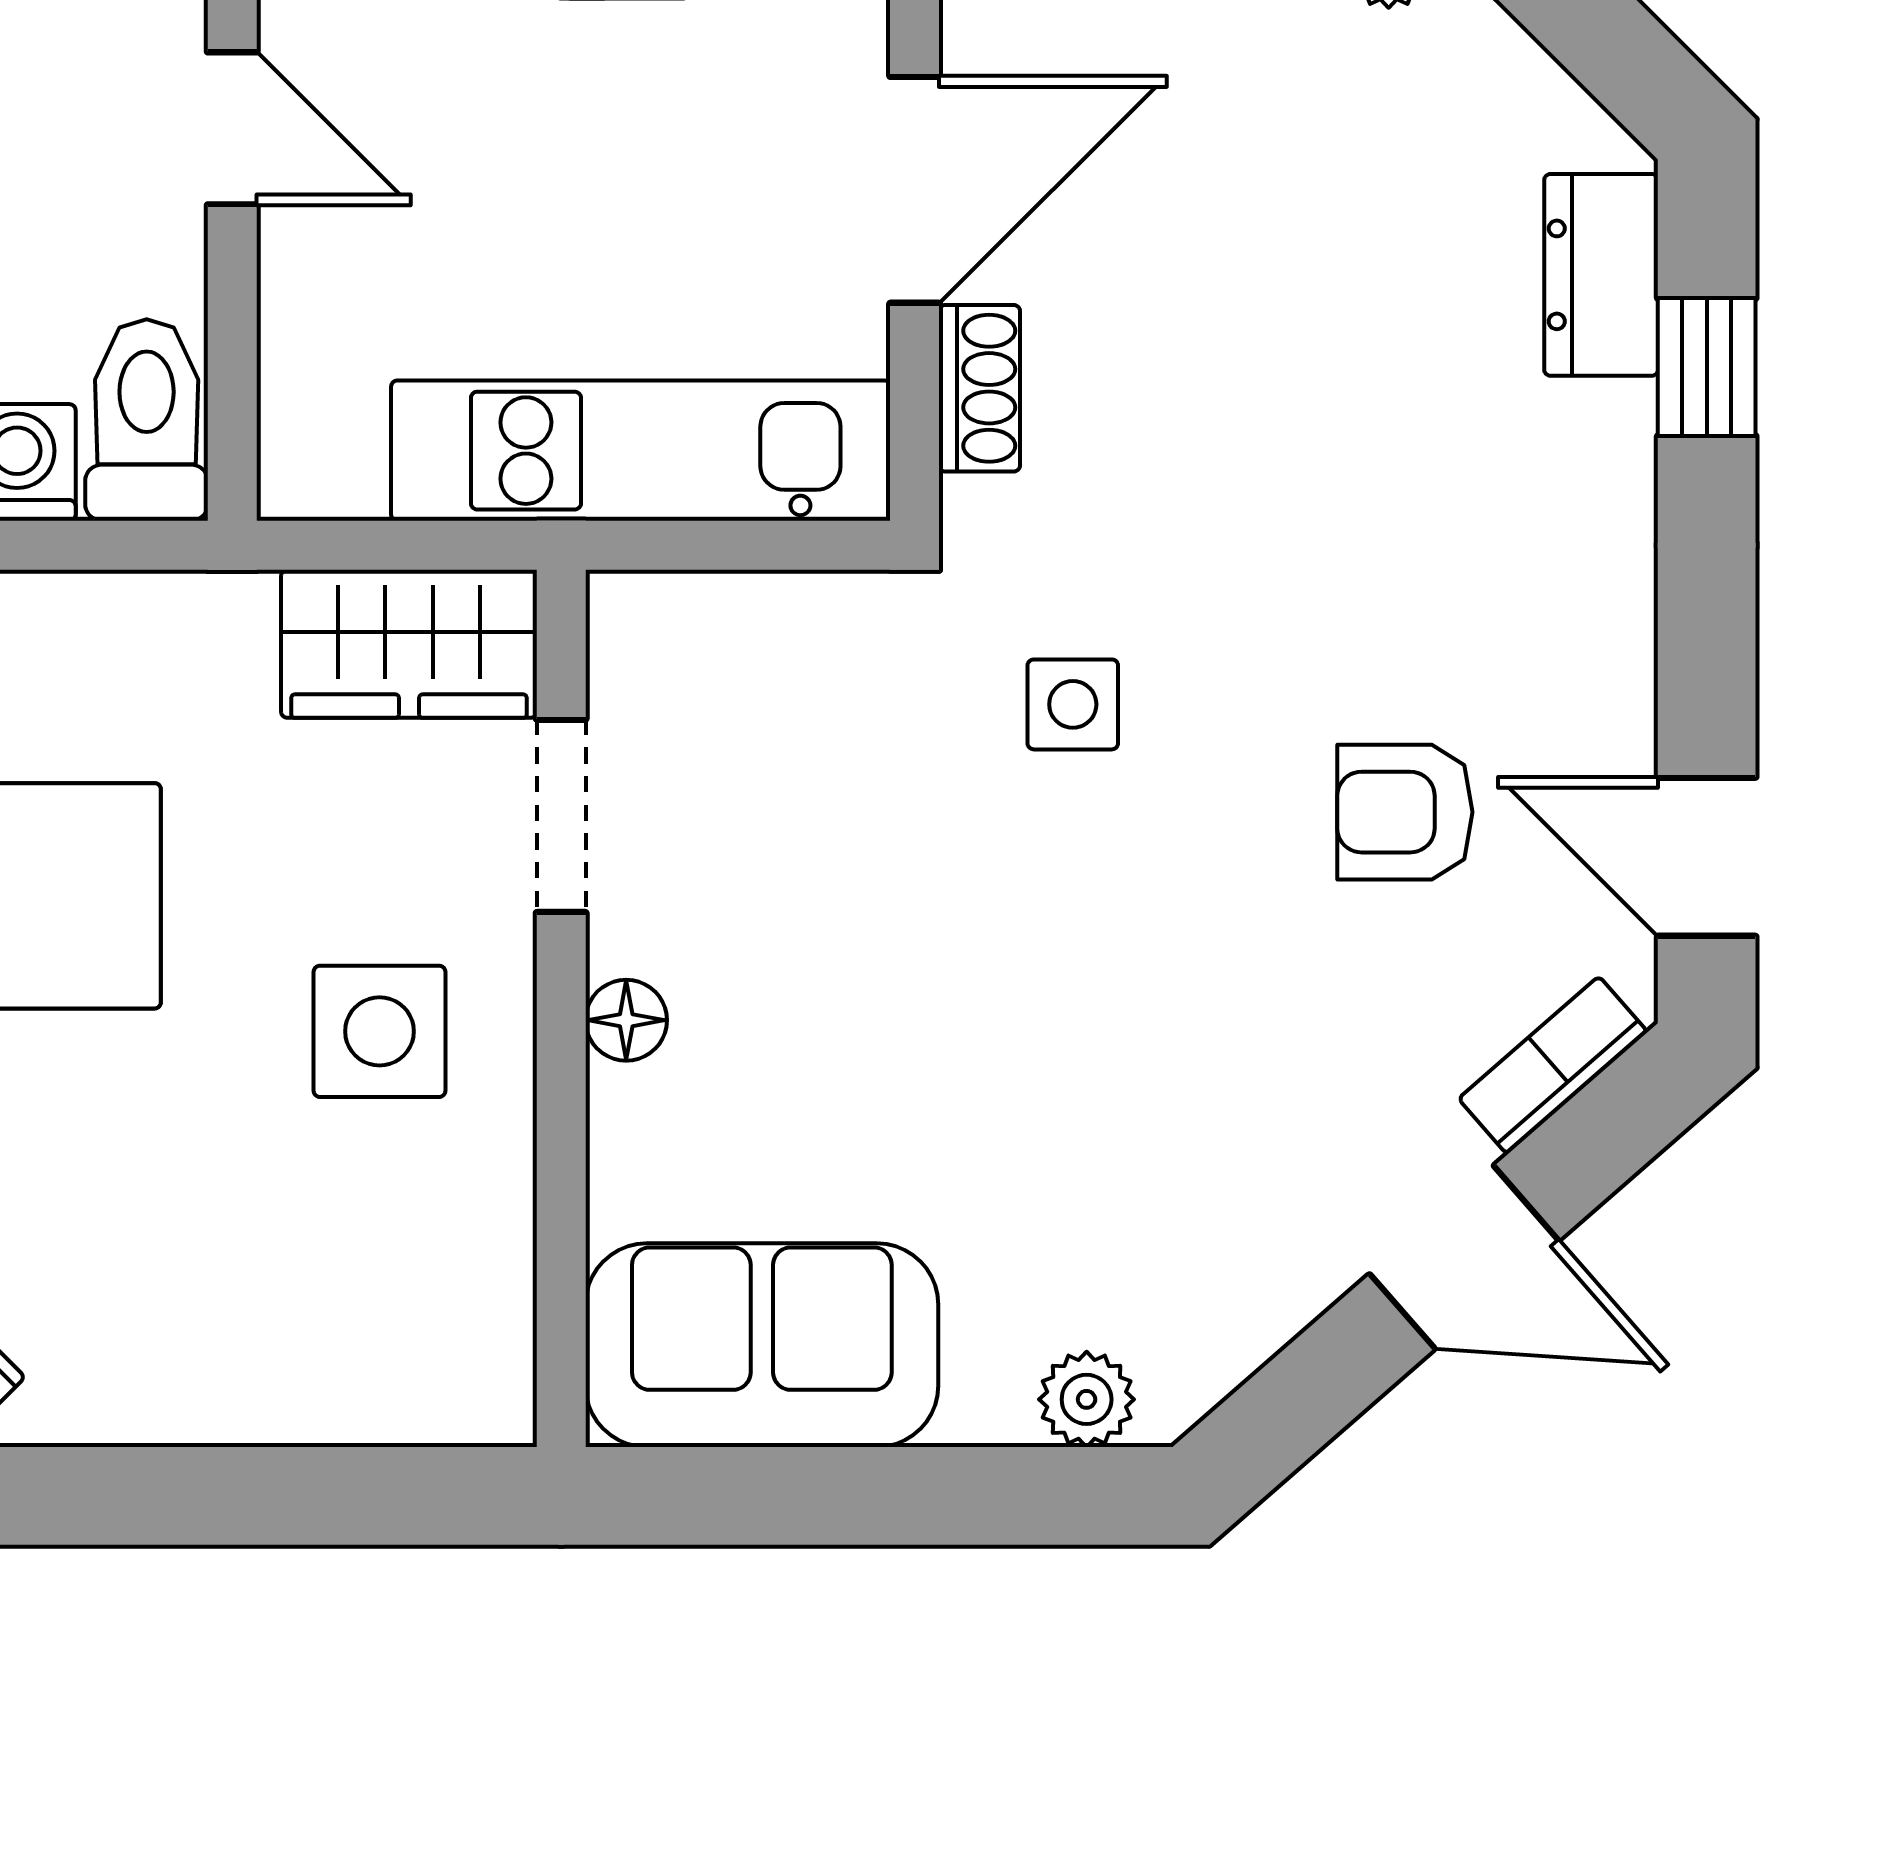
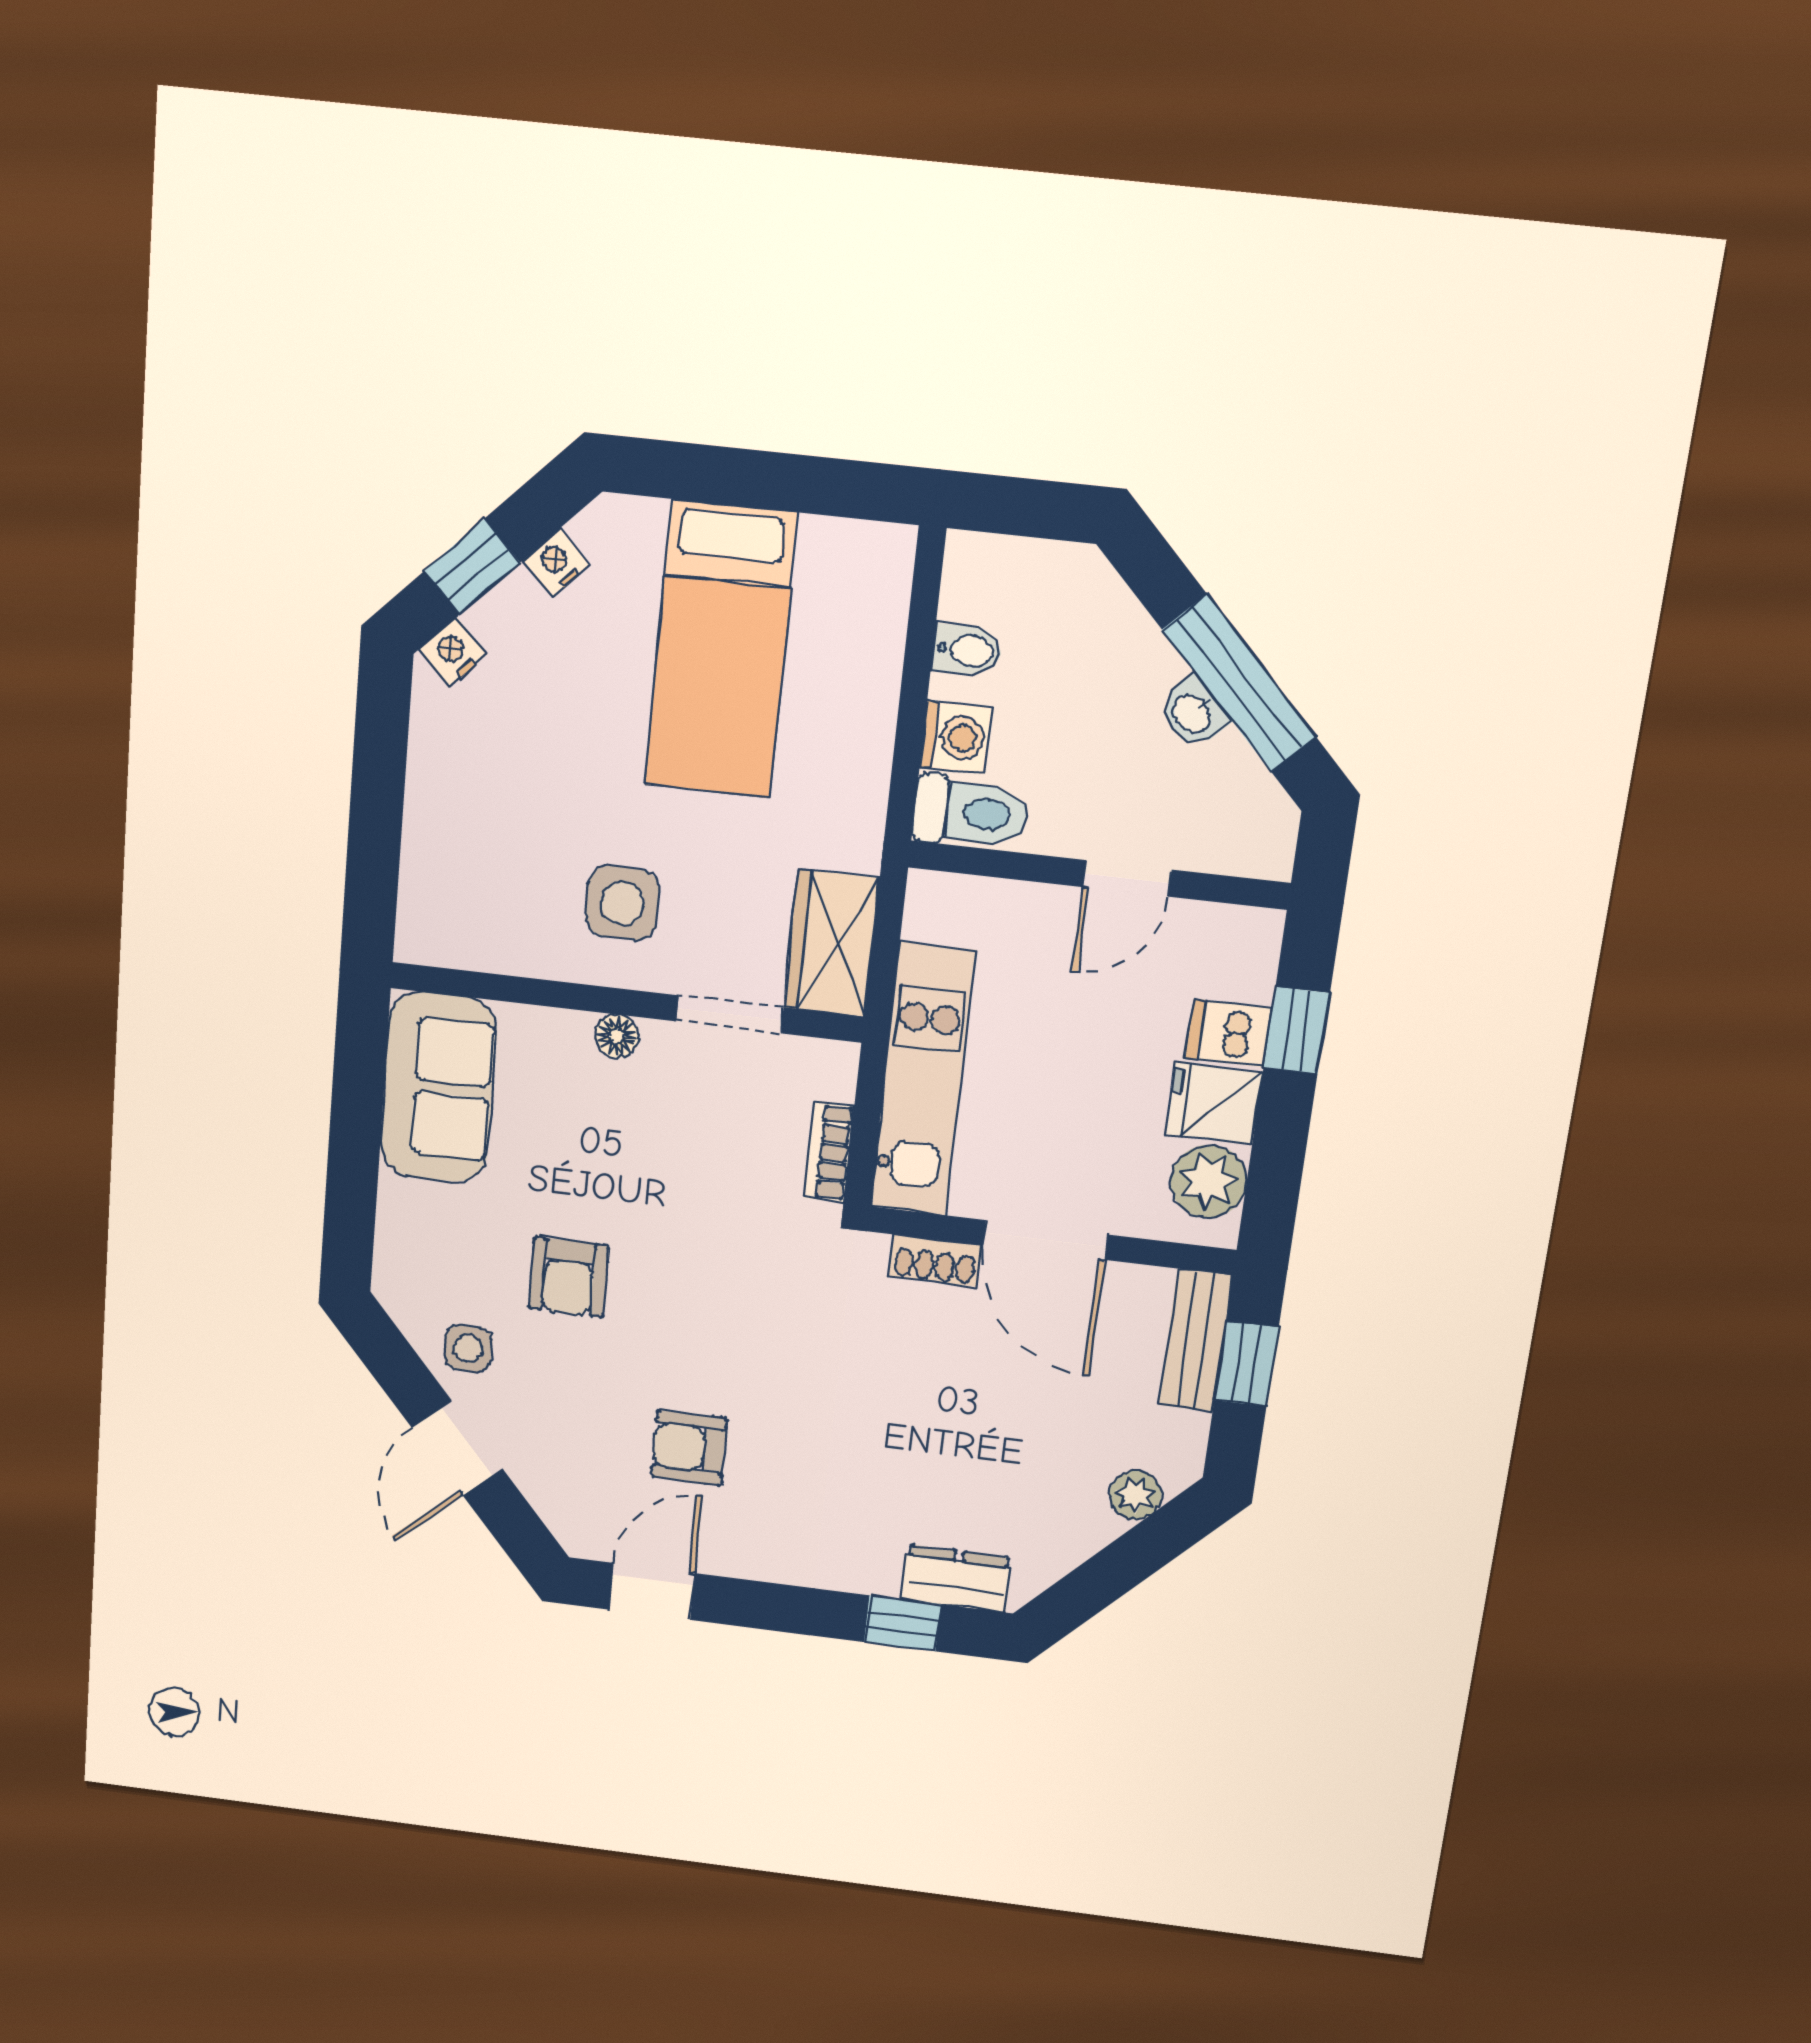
side table: (1073, 704) -> (468, 1348), moved
armchair: (1405, 812) -> (689, 1448), turned -90
bookcase: (1553, 1065) -> (829, 1152), moved, turned -139
armchair: (1097, 1071) -> (569, 1277), added
plant: (1087, 1399) -> (398, 1251), removed

